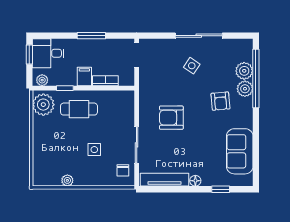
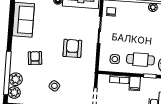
plant: (245, 89) -> (14, 92), moved
armchair: (171, 118) -> (72, 48), turned -90
side table: (94, 150) -> (115, 59), moved

